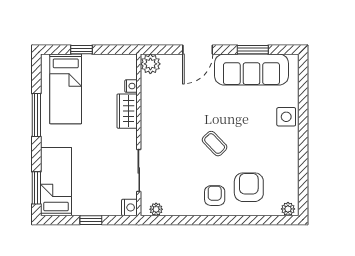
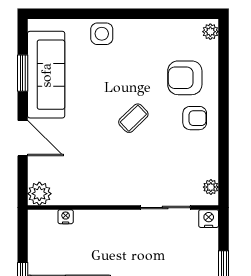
wardrobe: (127, 111) -> (95, 221), removed
armchair: (215, 196) -> (195, 118), turned 180

